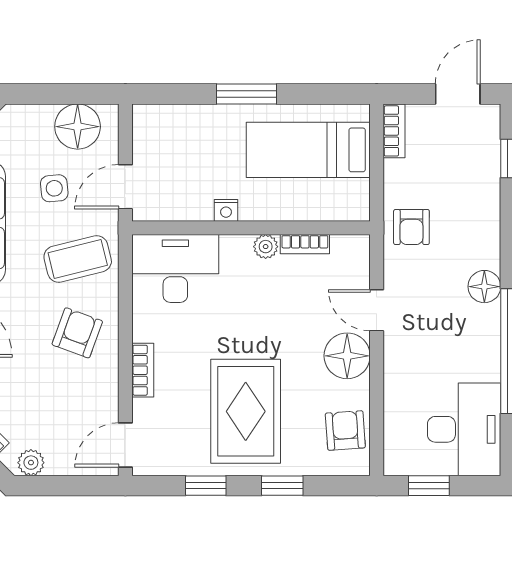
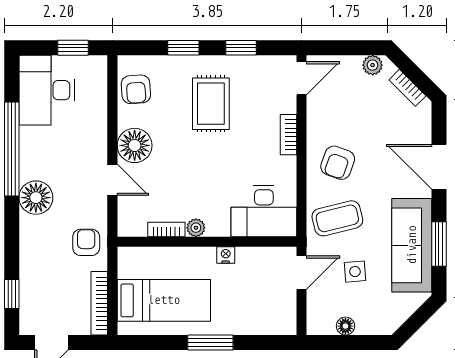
floor lamp: (78, 127) -> (345, 326), width x0.53, depth x0.53
bookcase: (394, 131) -> (99, 303), width x1.56
floor lamp: (484, 287) -> (36, 198), width x1.38, depth x1.38
rug: (246, 411) -> (211, 104), width x0.73, depth x0.70

